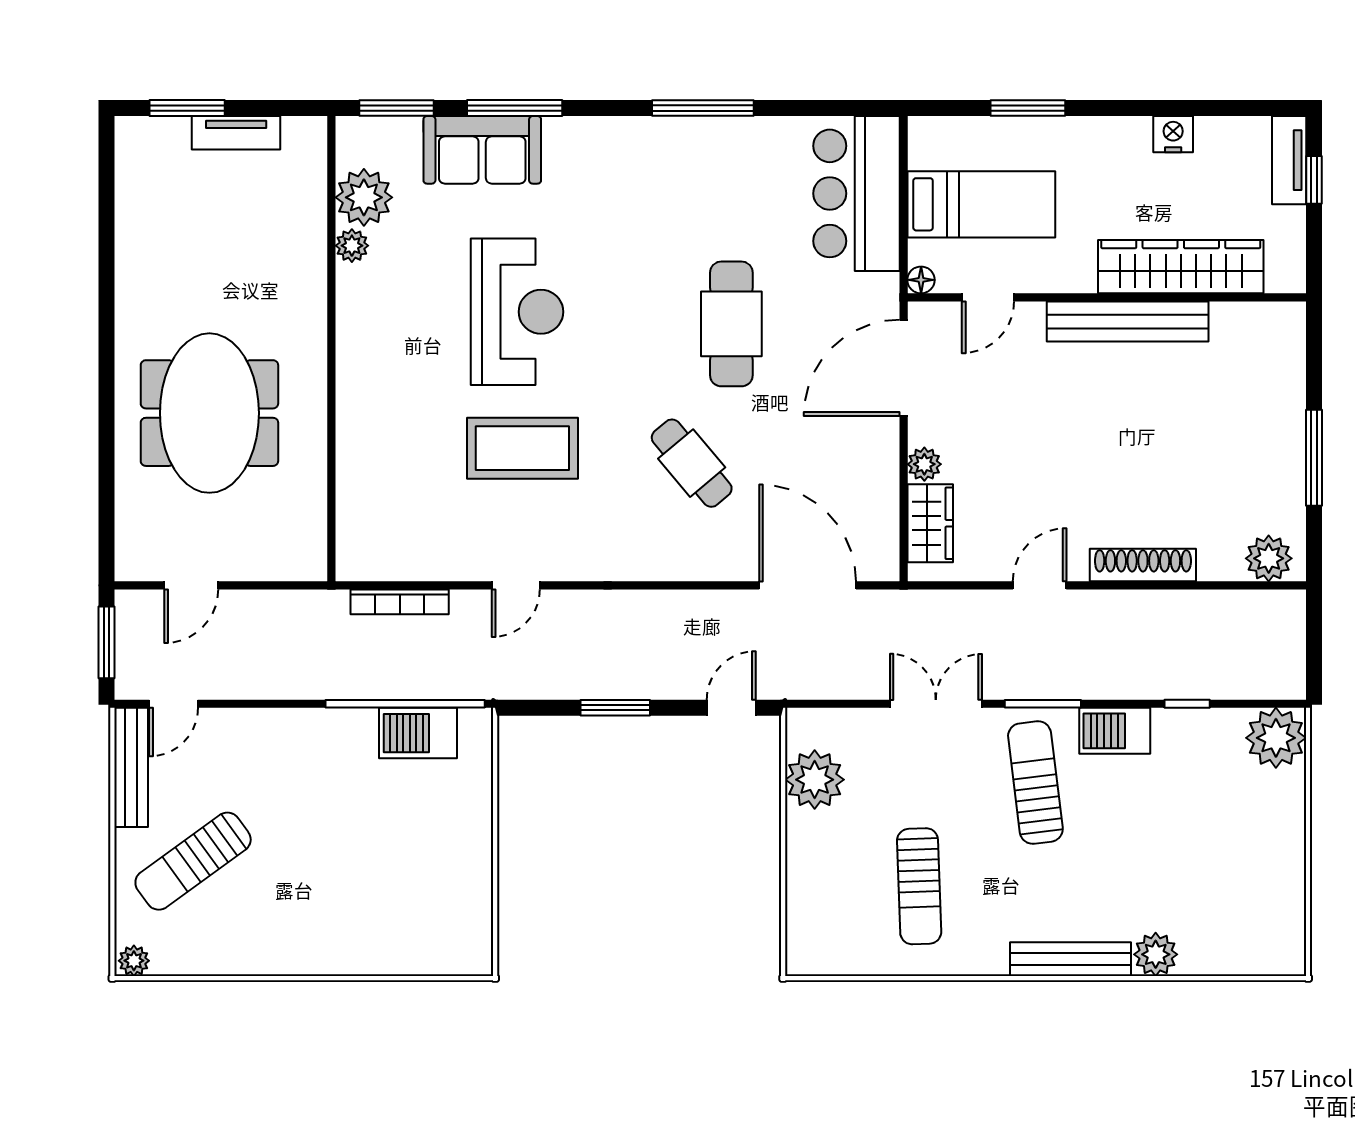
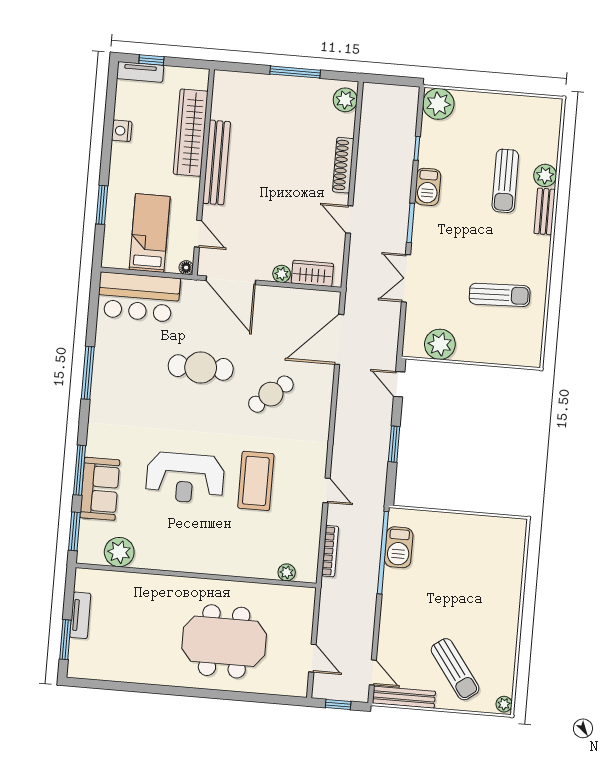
plant: (352, 246) -> (287, 572), moved
reception desk: (517, 312) -> (185, 478), turned 180
window: (107, 642) -> (338, 704), width x0.67
sun lounger: (1035, 783) -> (505, 181), moved, turned -83
bench: (1070, 959) -> (545, 211), width x0.73

